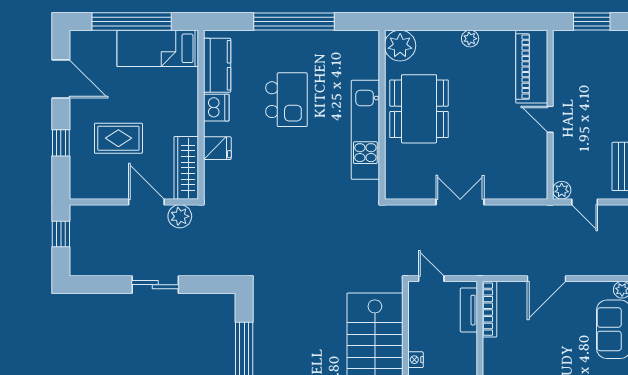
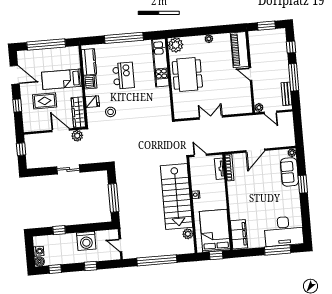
bed: (158, 48) -> (62, 79), moved
kitchen unit: (365, 130) -> (160, 63), moved
stool: (253, 173) -> (111, 112), added

